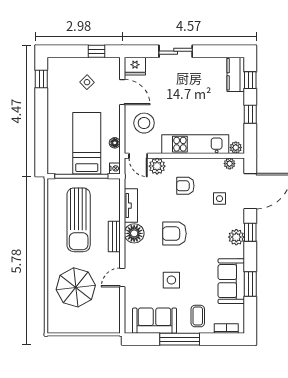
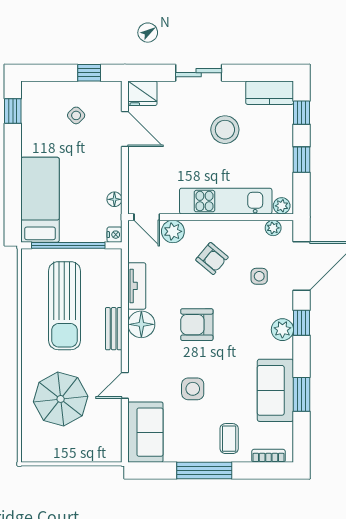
kitchen counter: (236, 74) -> (270, 93), moved, turned -90
stool: (144, 123) -> (225, 130), moved
bed: (87, 143) -> (40, 200), moved
armchair: (185, 186) -> (212, 259), turned -140
sofa: (155, 321) -> (145, 432), moved, turned 90

